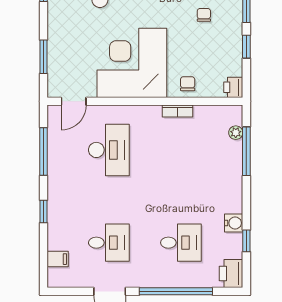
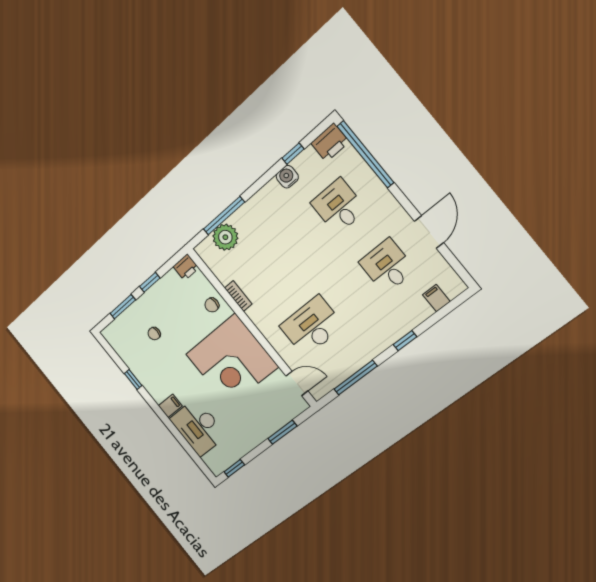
plant: (236, 133) -> (225, 237), width x1.87, depth x1.87
window: (176, 291) -> (365, 154), moved

